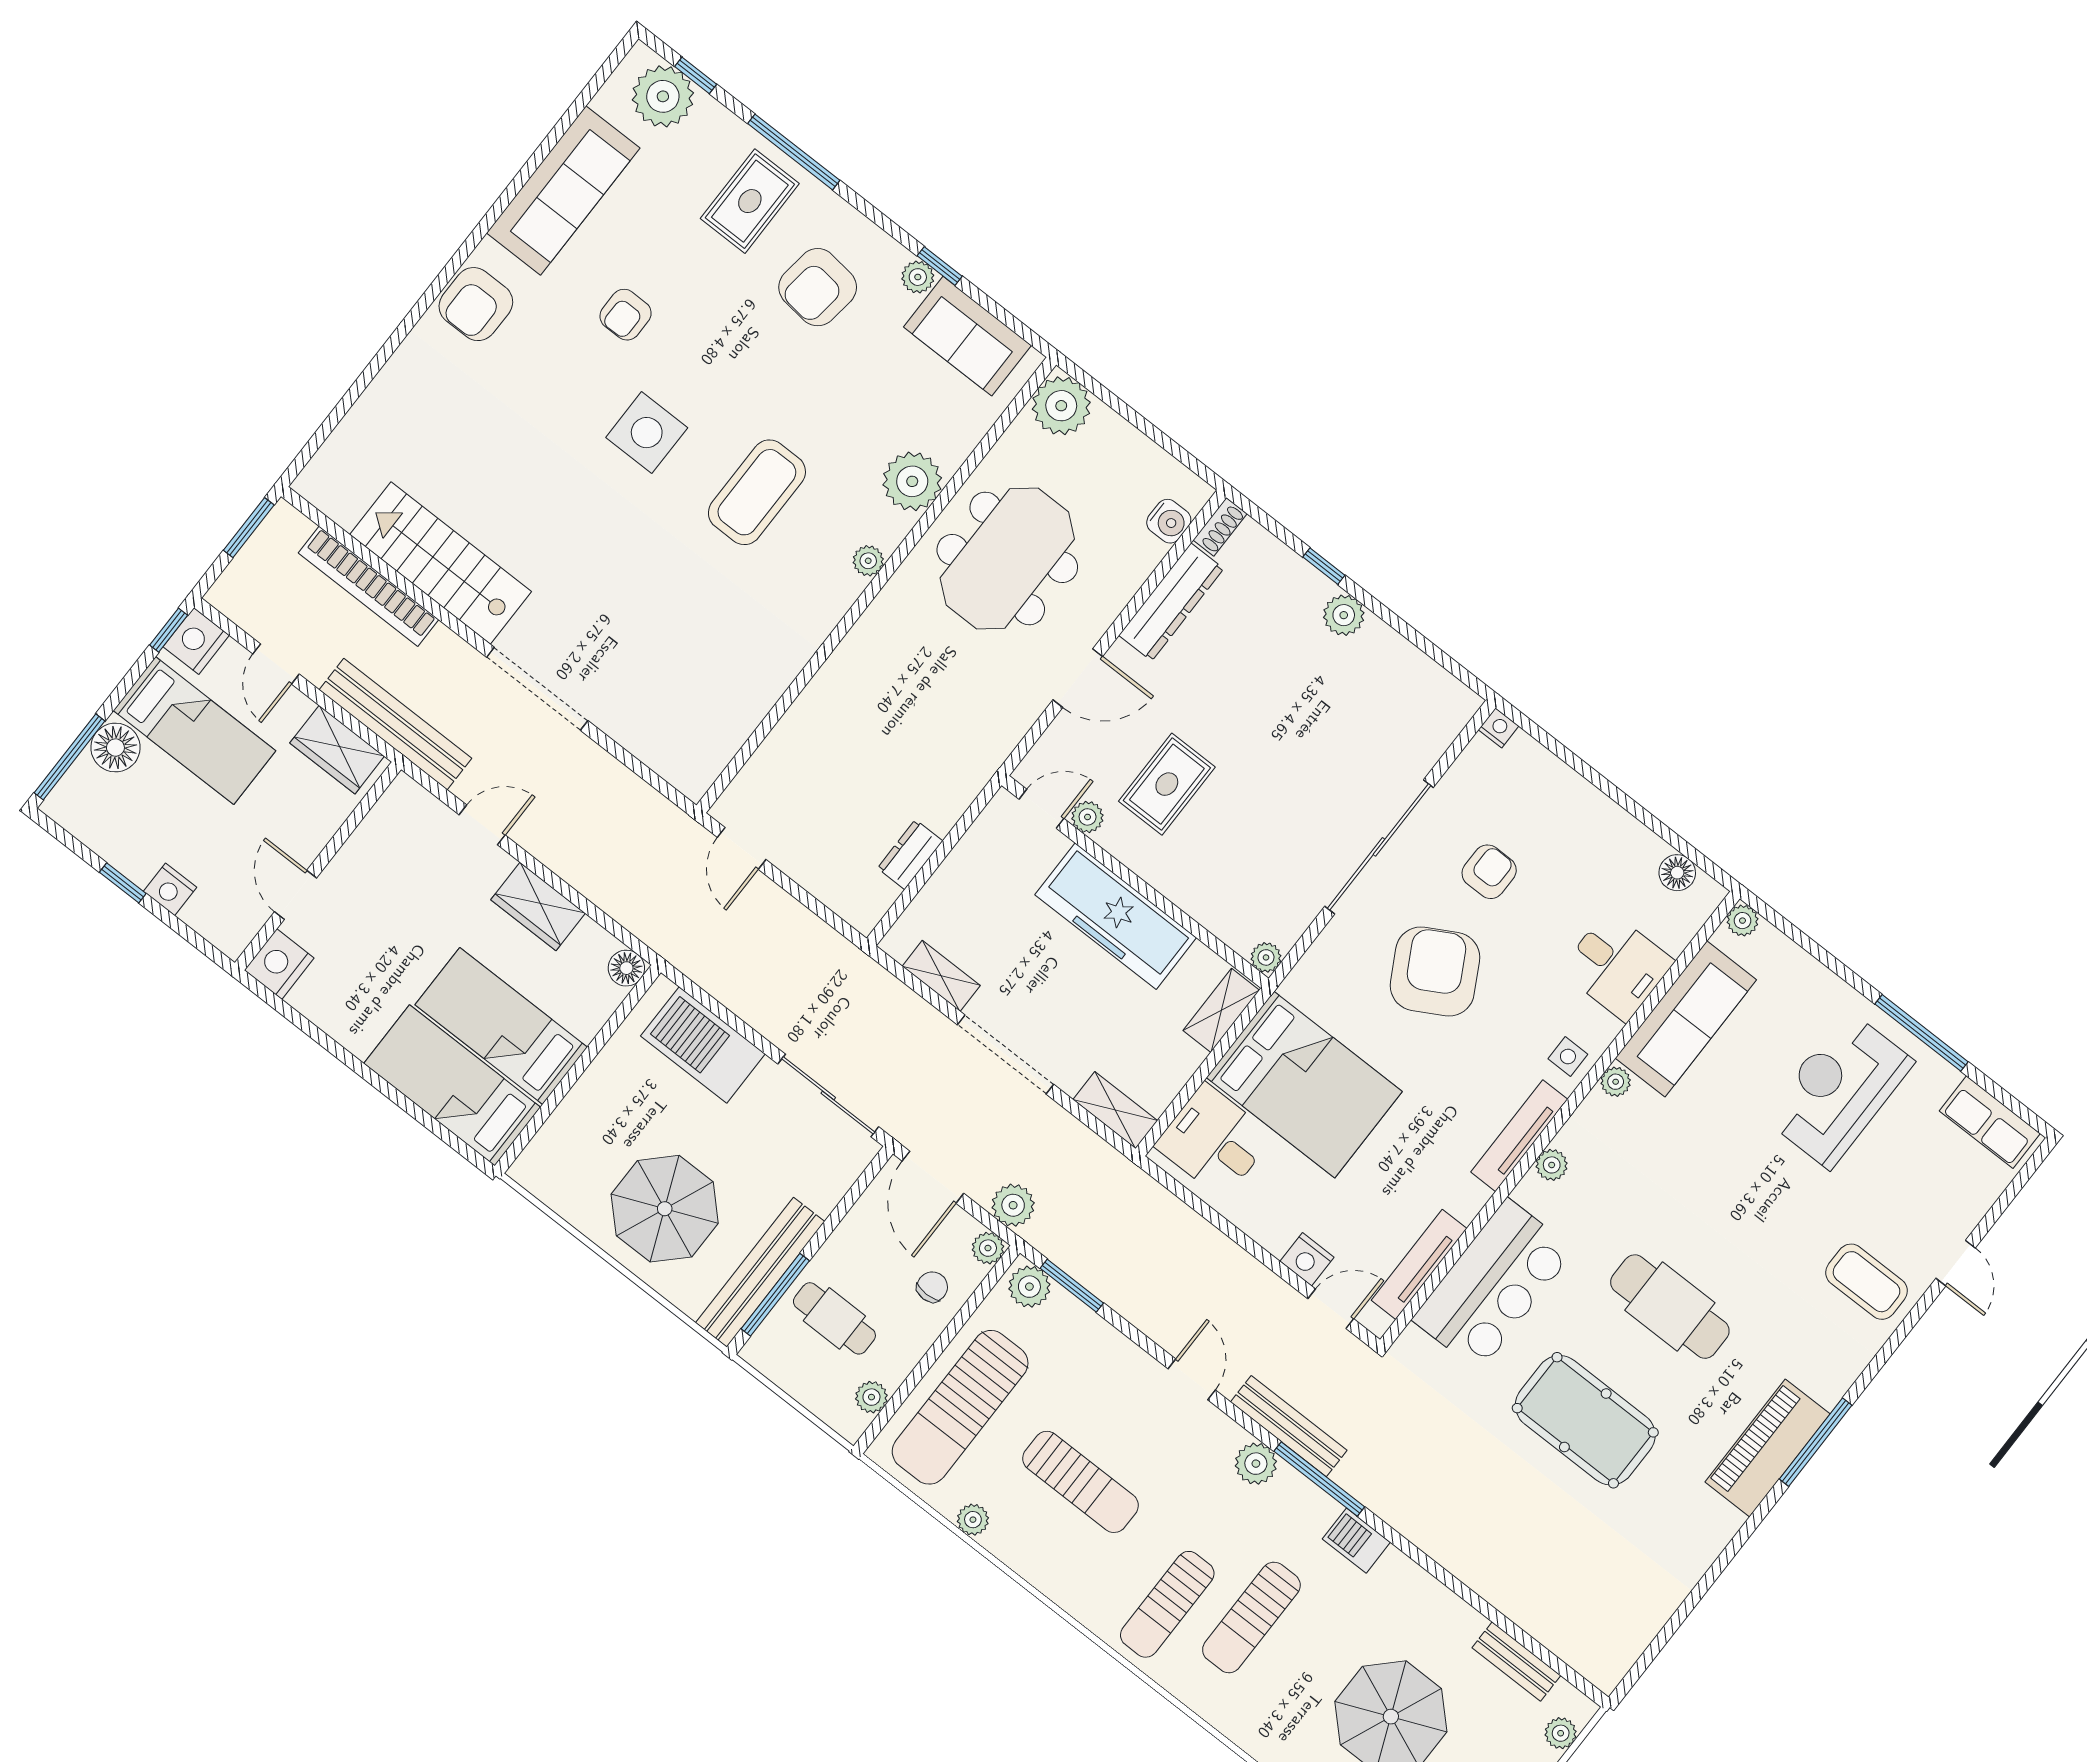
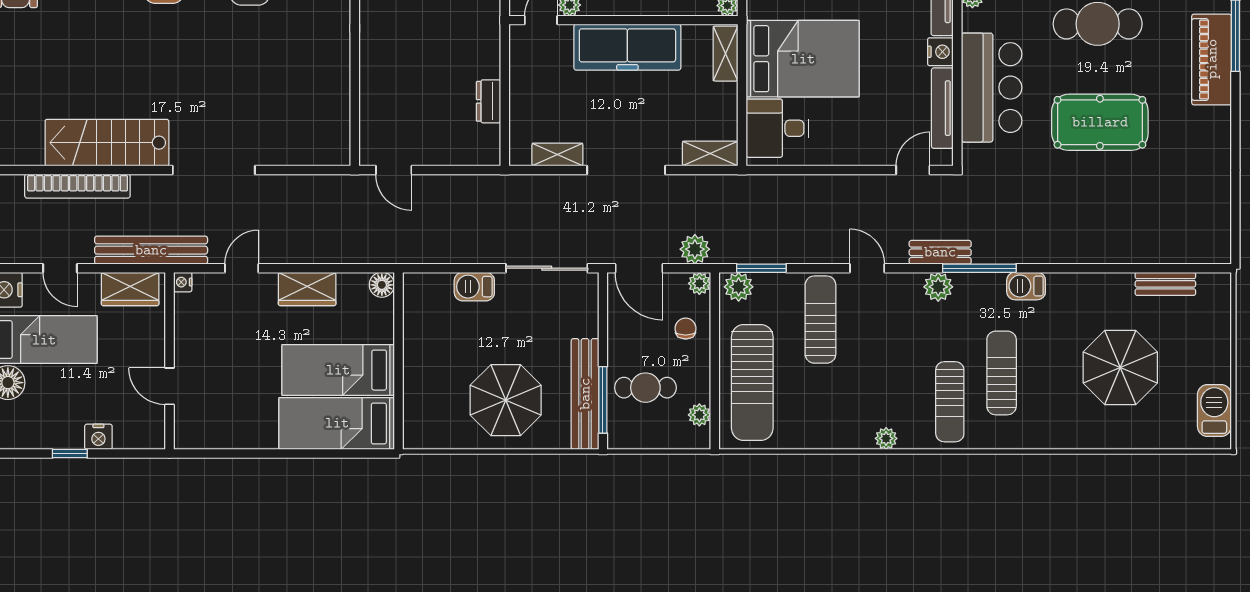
nightstand: (279, 964) -> (183, 282), moved, width x0.53, depth x0.56
barbecue: (703, 1045) -> (474, 287), width x0.53, depth x0.65
nightstand: (1307, 1259) -> (940, 52), moved, turned -90
bench: (1289, 1426) -> (940, 252), width x0.73
sun lounger: (1080, 1482) -> (820, 320), moved, turned -90
plant: (973, 1520) -> (886, 438), moved
sun lounger: (1251, 1617) -> (1002, 373), turned 180
plant: (1561, 1733) -> (1220, 304), removed

